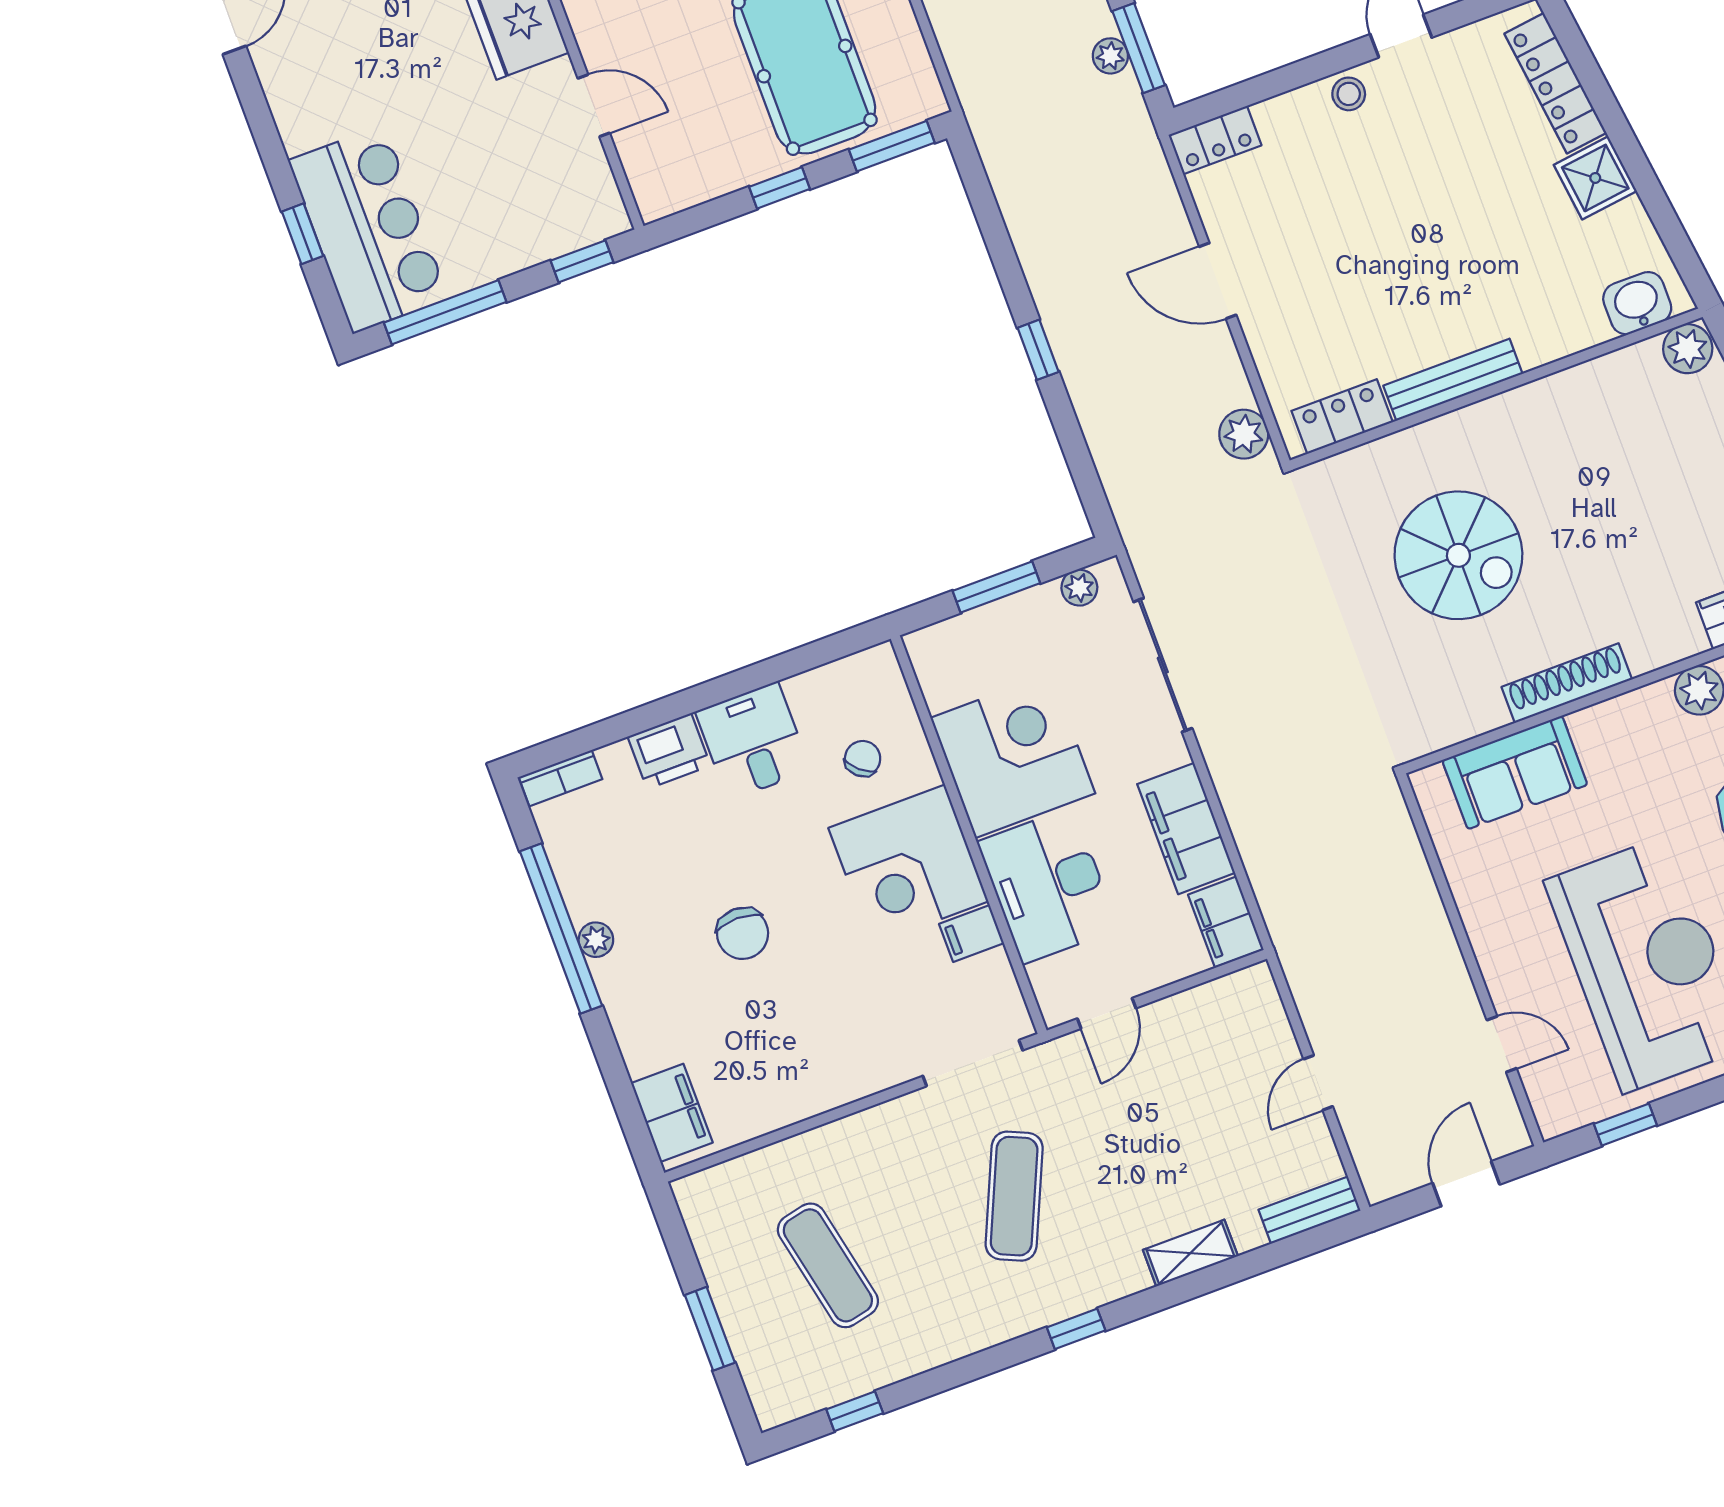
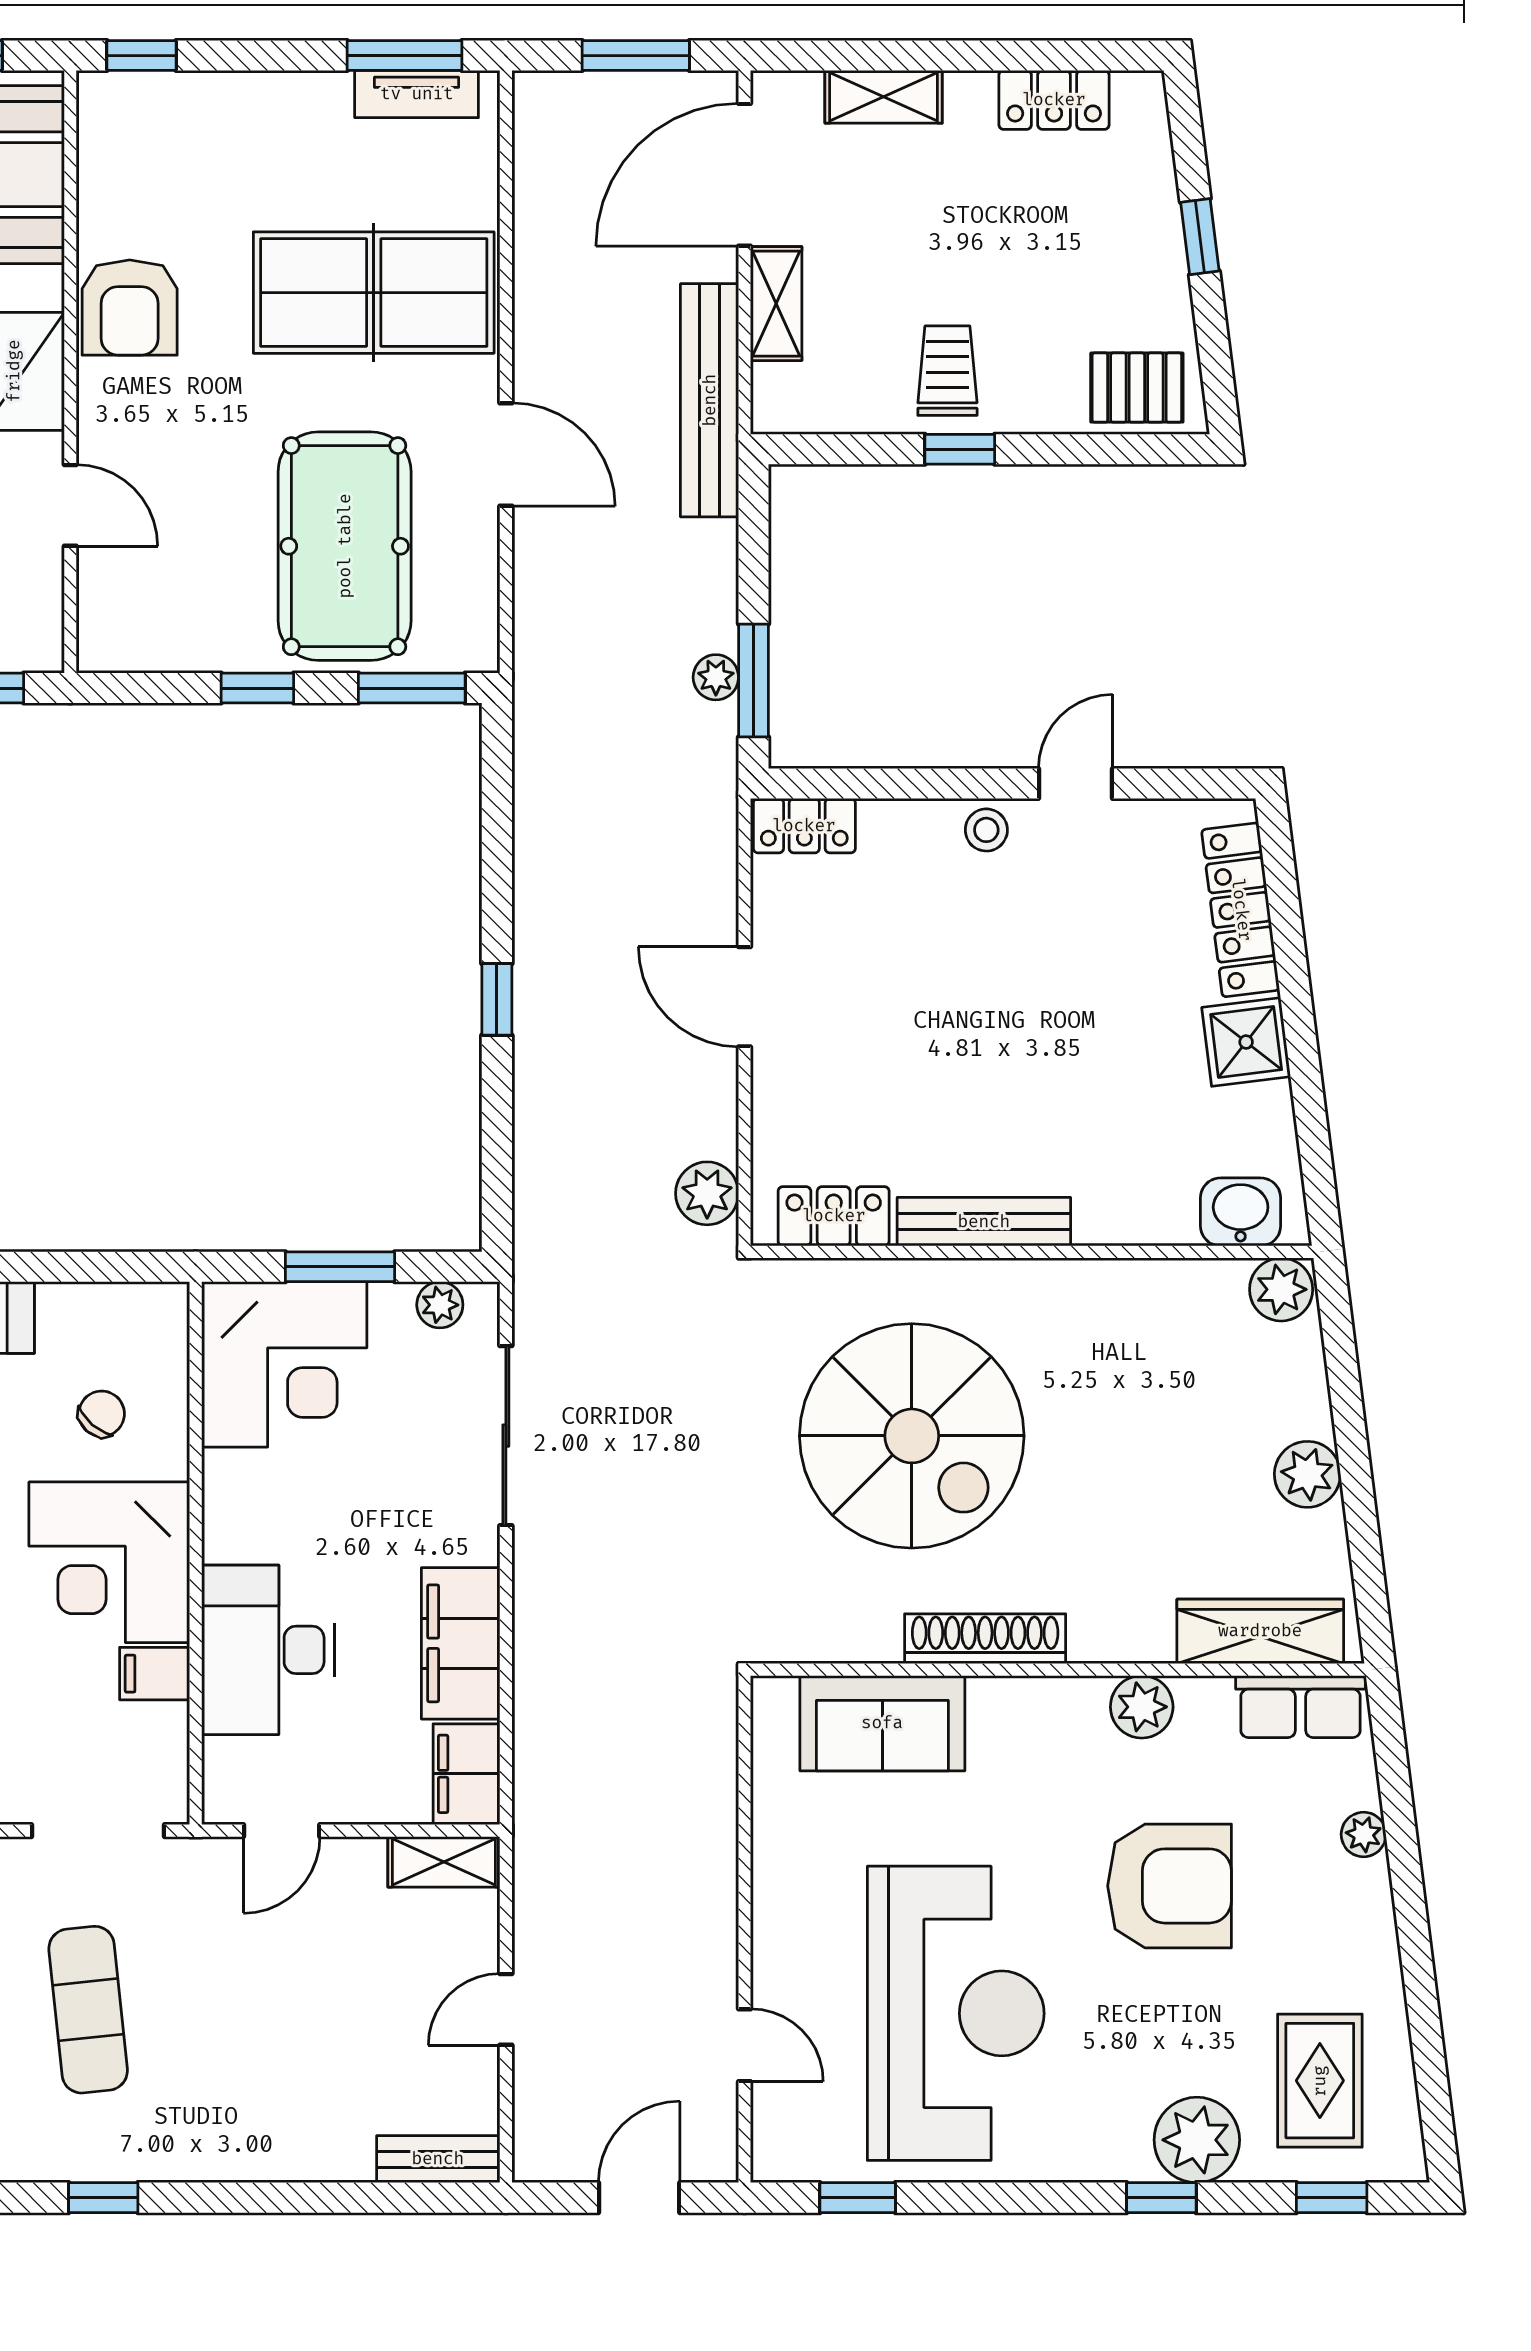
spiral stairs: (1458, 555) -> (912, 1436), width x1.37, depth x1.37
corner desk: (1013, 756) -> (284, 1364), moved, turned 90
exercise mat: (1014, 1196) -> (88, 2010), turned -30
shelving: (1190, 1253) -> (444, 1862), moved

